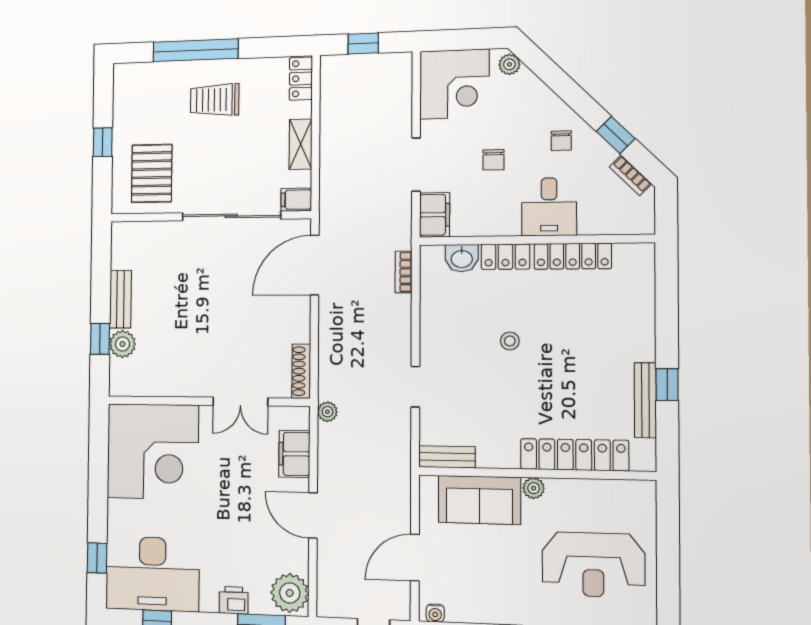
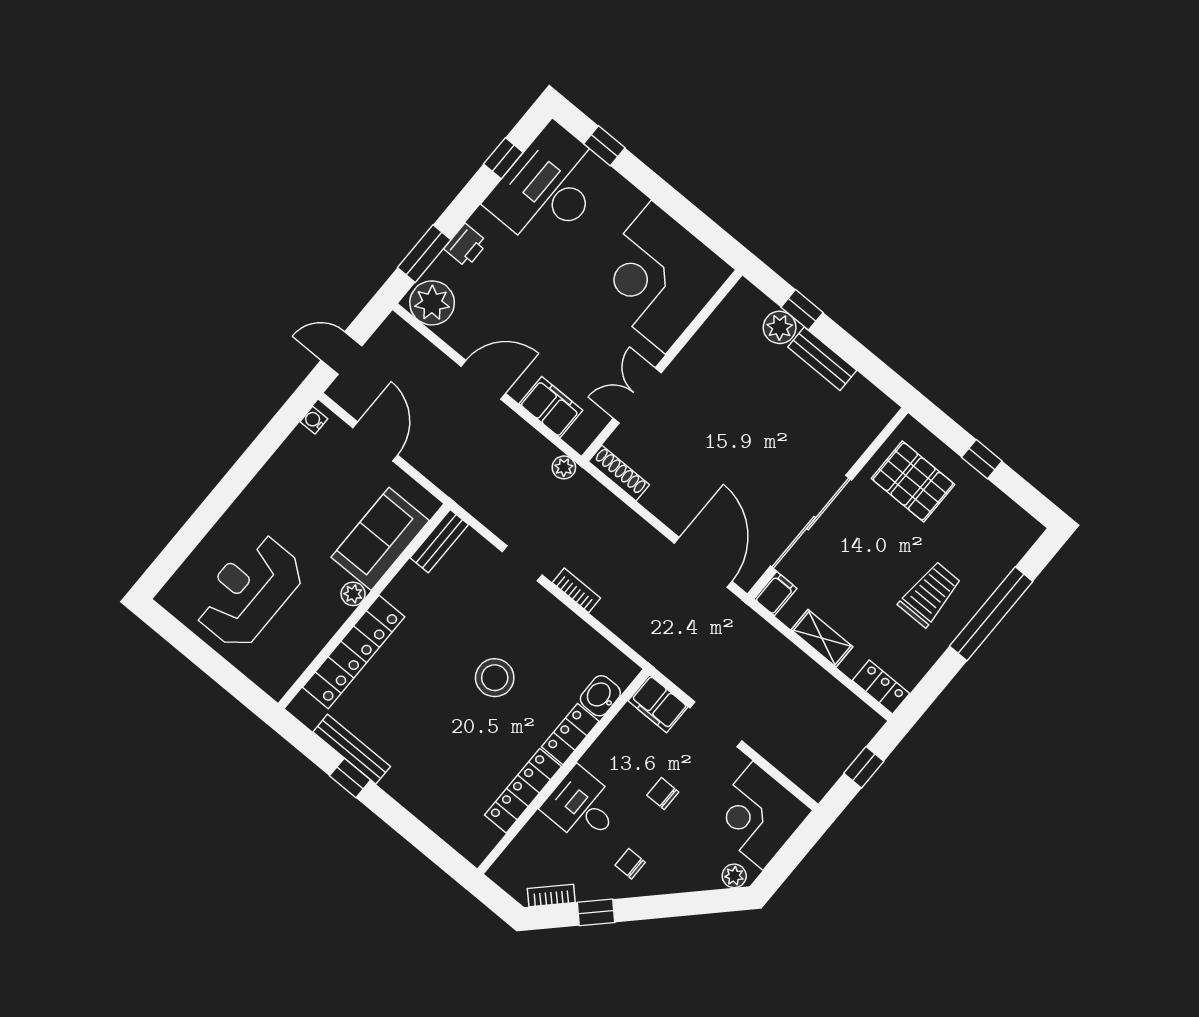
bookcase: (404, 272) -> (576, 590), moved
stool: (510, 341) -> (495, 678), width x1.89, depth x1.89

